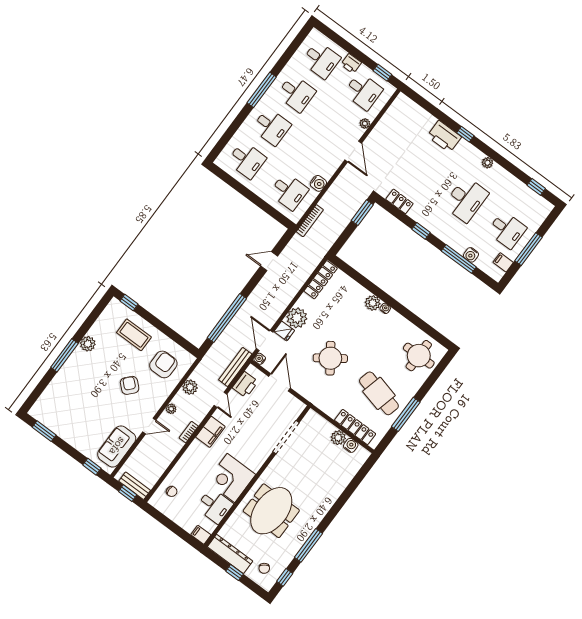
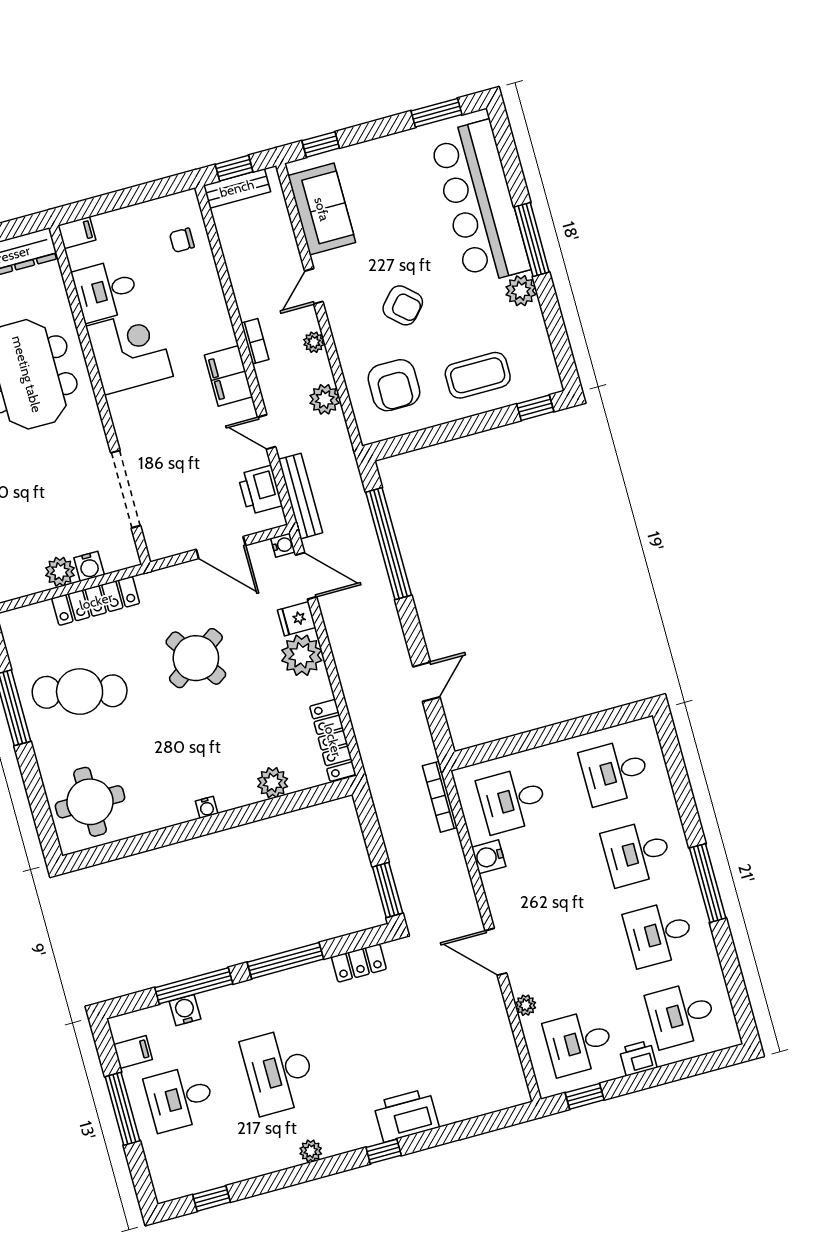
window: (421, 231) -> (285, 961), width x2.17
plant: (373, 303) -> (273, 783), moved
bar counter: (66, 387) -> (480, 202), added
locker: (355, 427) -> (96, 601), moved
water cooler: (351, 445) -> (89, 566), moved

